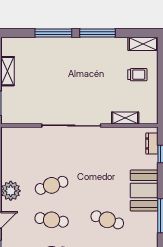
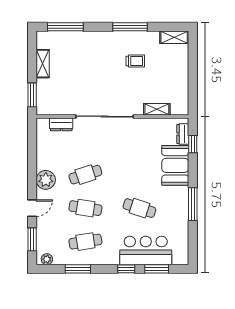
window: (53, 33) -> (65, 27), moved
trolley: (137, 75) -> (135, 61), moved
dresser: (27, 134) -> (61, 124), added
booth: (144, 190) -> (175, 165), moved

